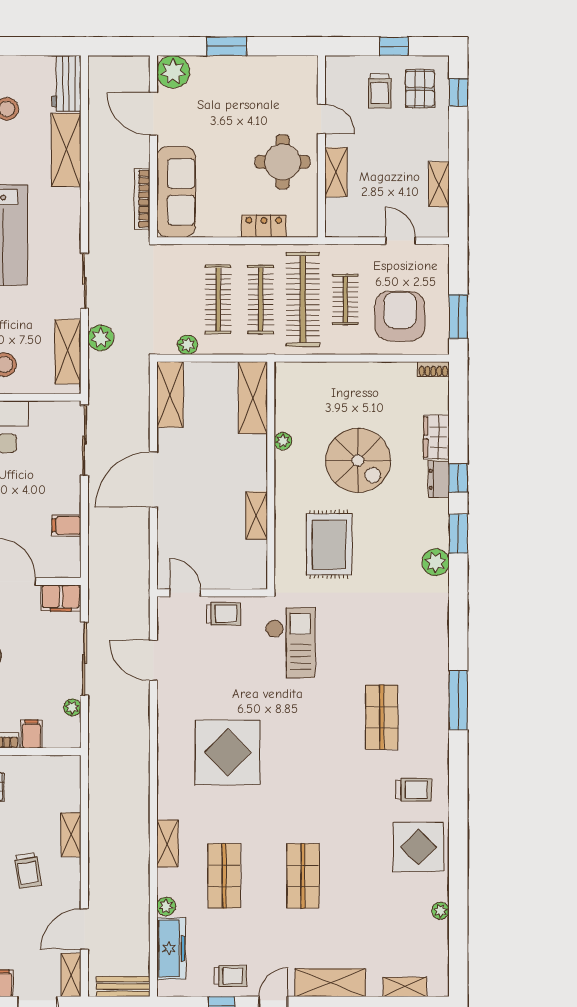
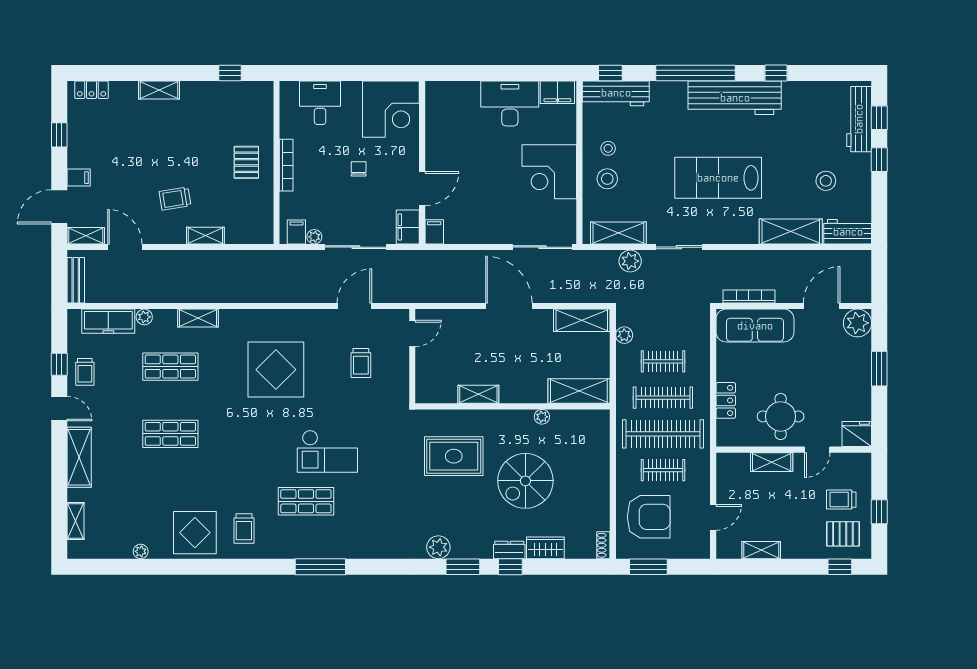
fridge: (303, 73) -> (857, 434), added
clothes rail: (218, 299) -> (663, 361), width x0.73
filing cabinet: (67, 525) -> (434, 232), moved
trolley: (224, 614) -> (361, 363), moved
checkout: (290, 643) -> (327, 451), moved
filing cabinet: (31, 734) -> (296, 232), moved, turned -90

